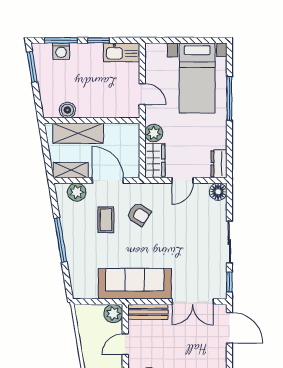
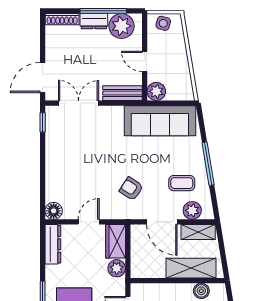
dresser: (219, 164) -> (53, 244), width x1.44
coffee table: (106, 220) -> (182, 183), moved, turned 90
sliding door: (229, 242) -> (43, 162), removed
sofa: (135, 284) -> (160, 121), moved
door: (229, 328) -> (43, 78), hinge flipped
door: (125, 344) -> (145, 61), swing flipped

